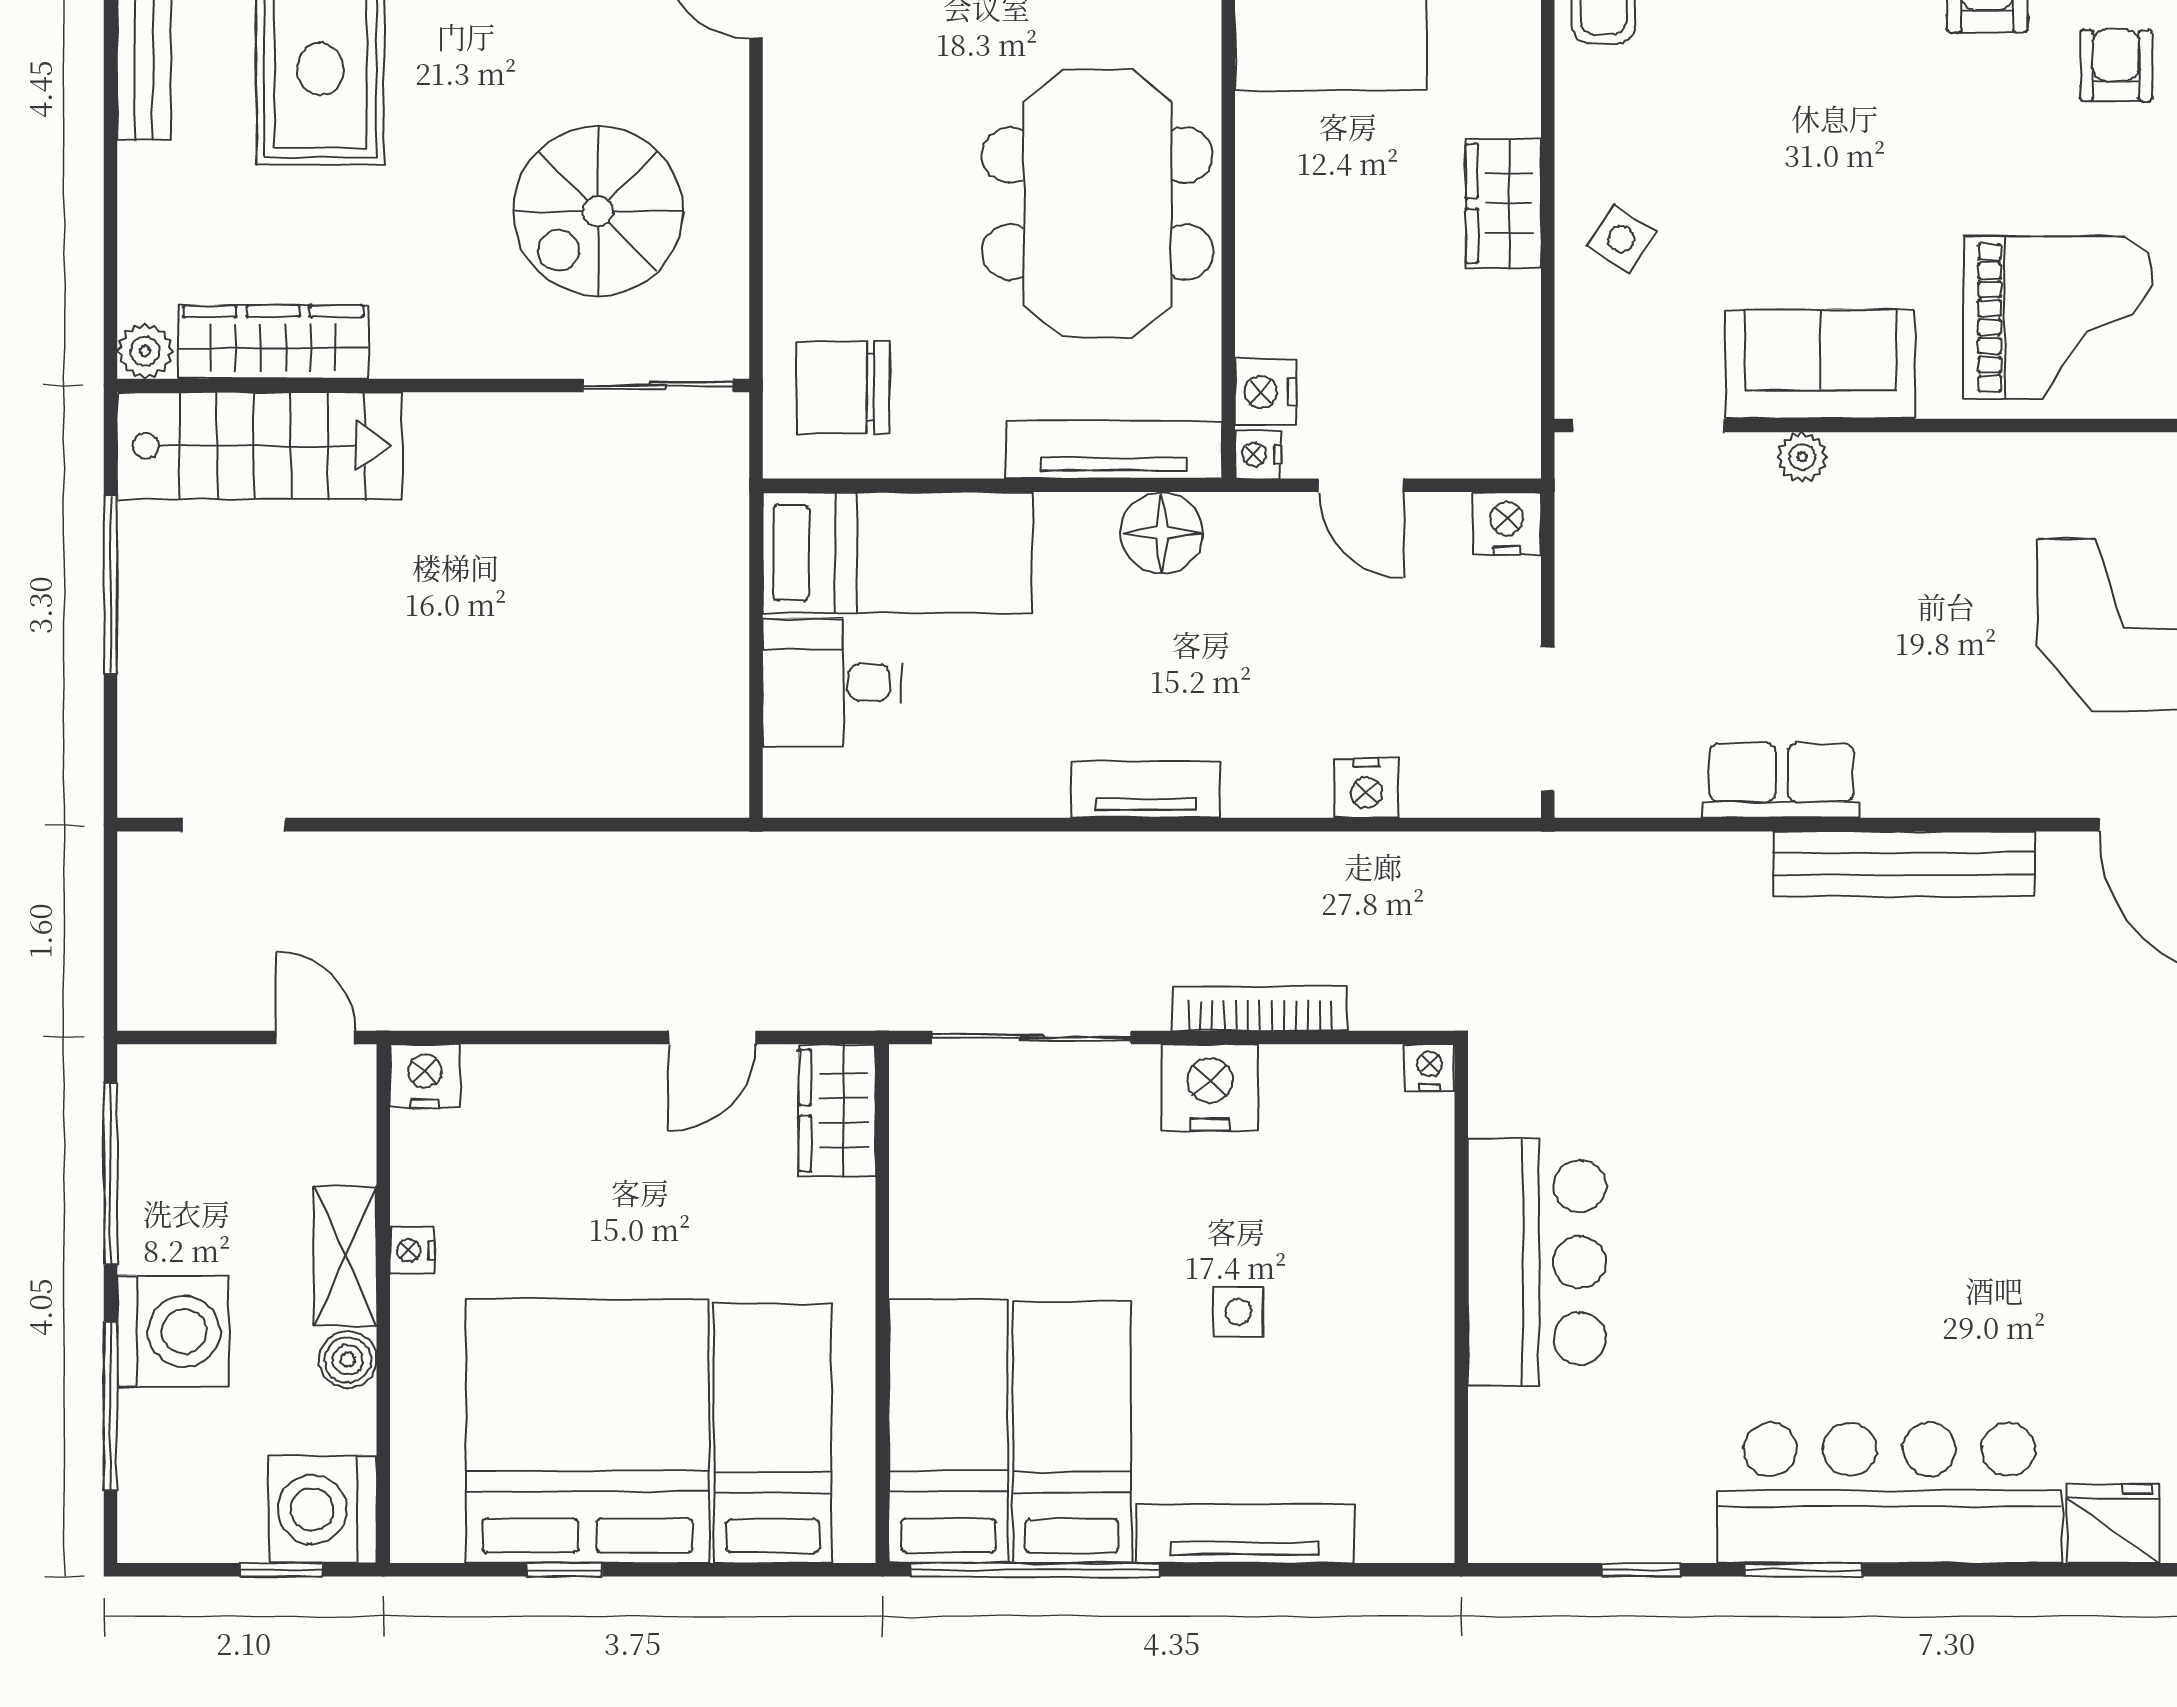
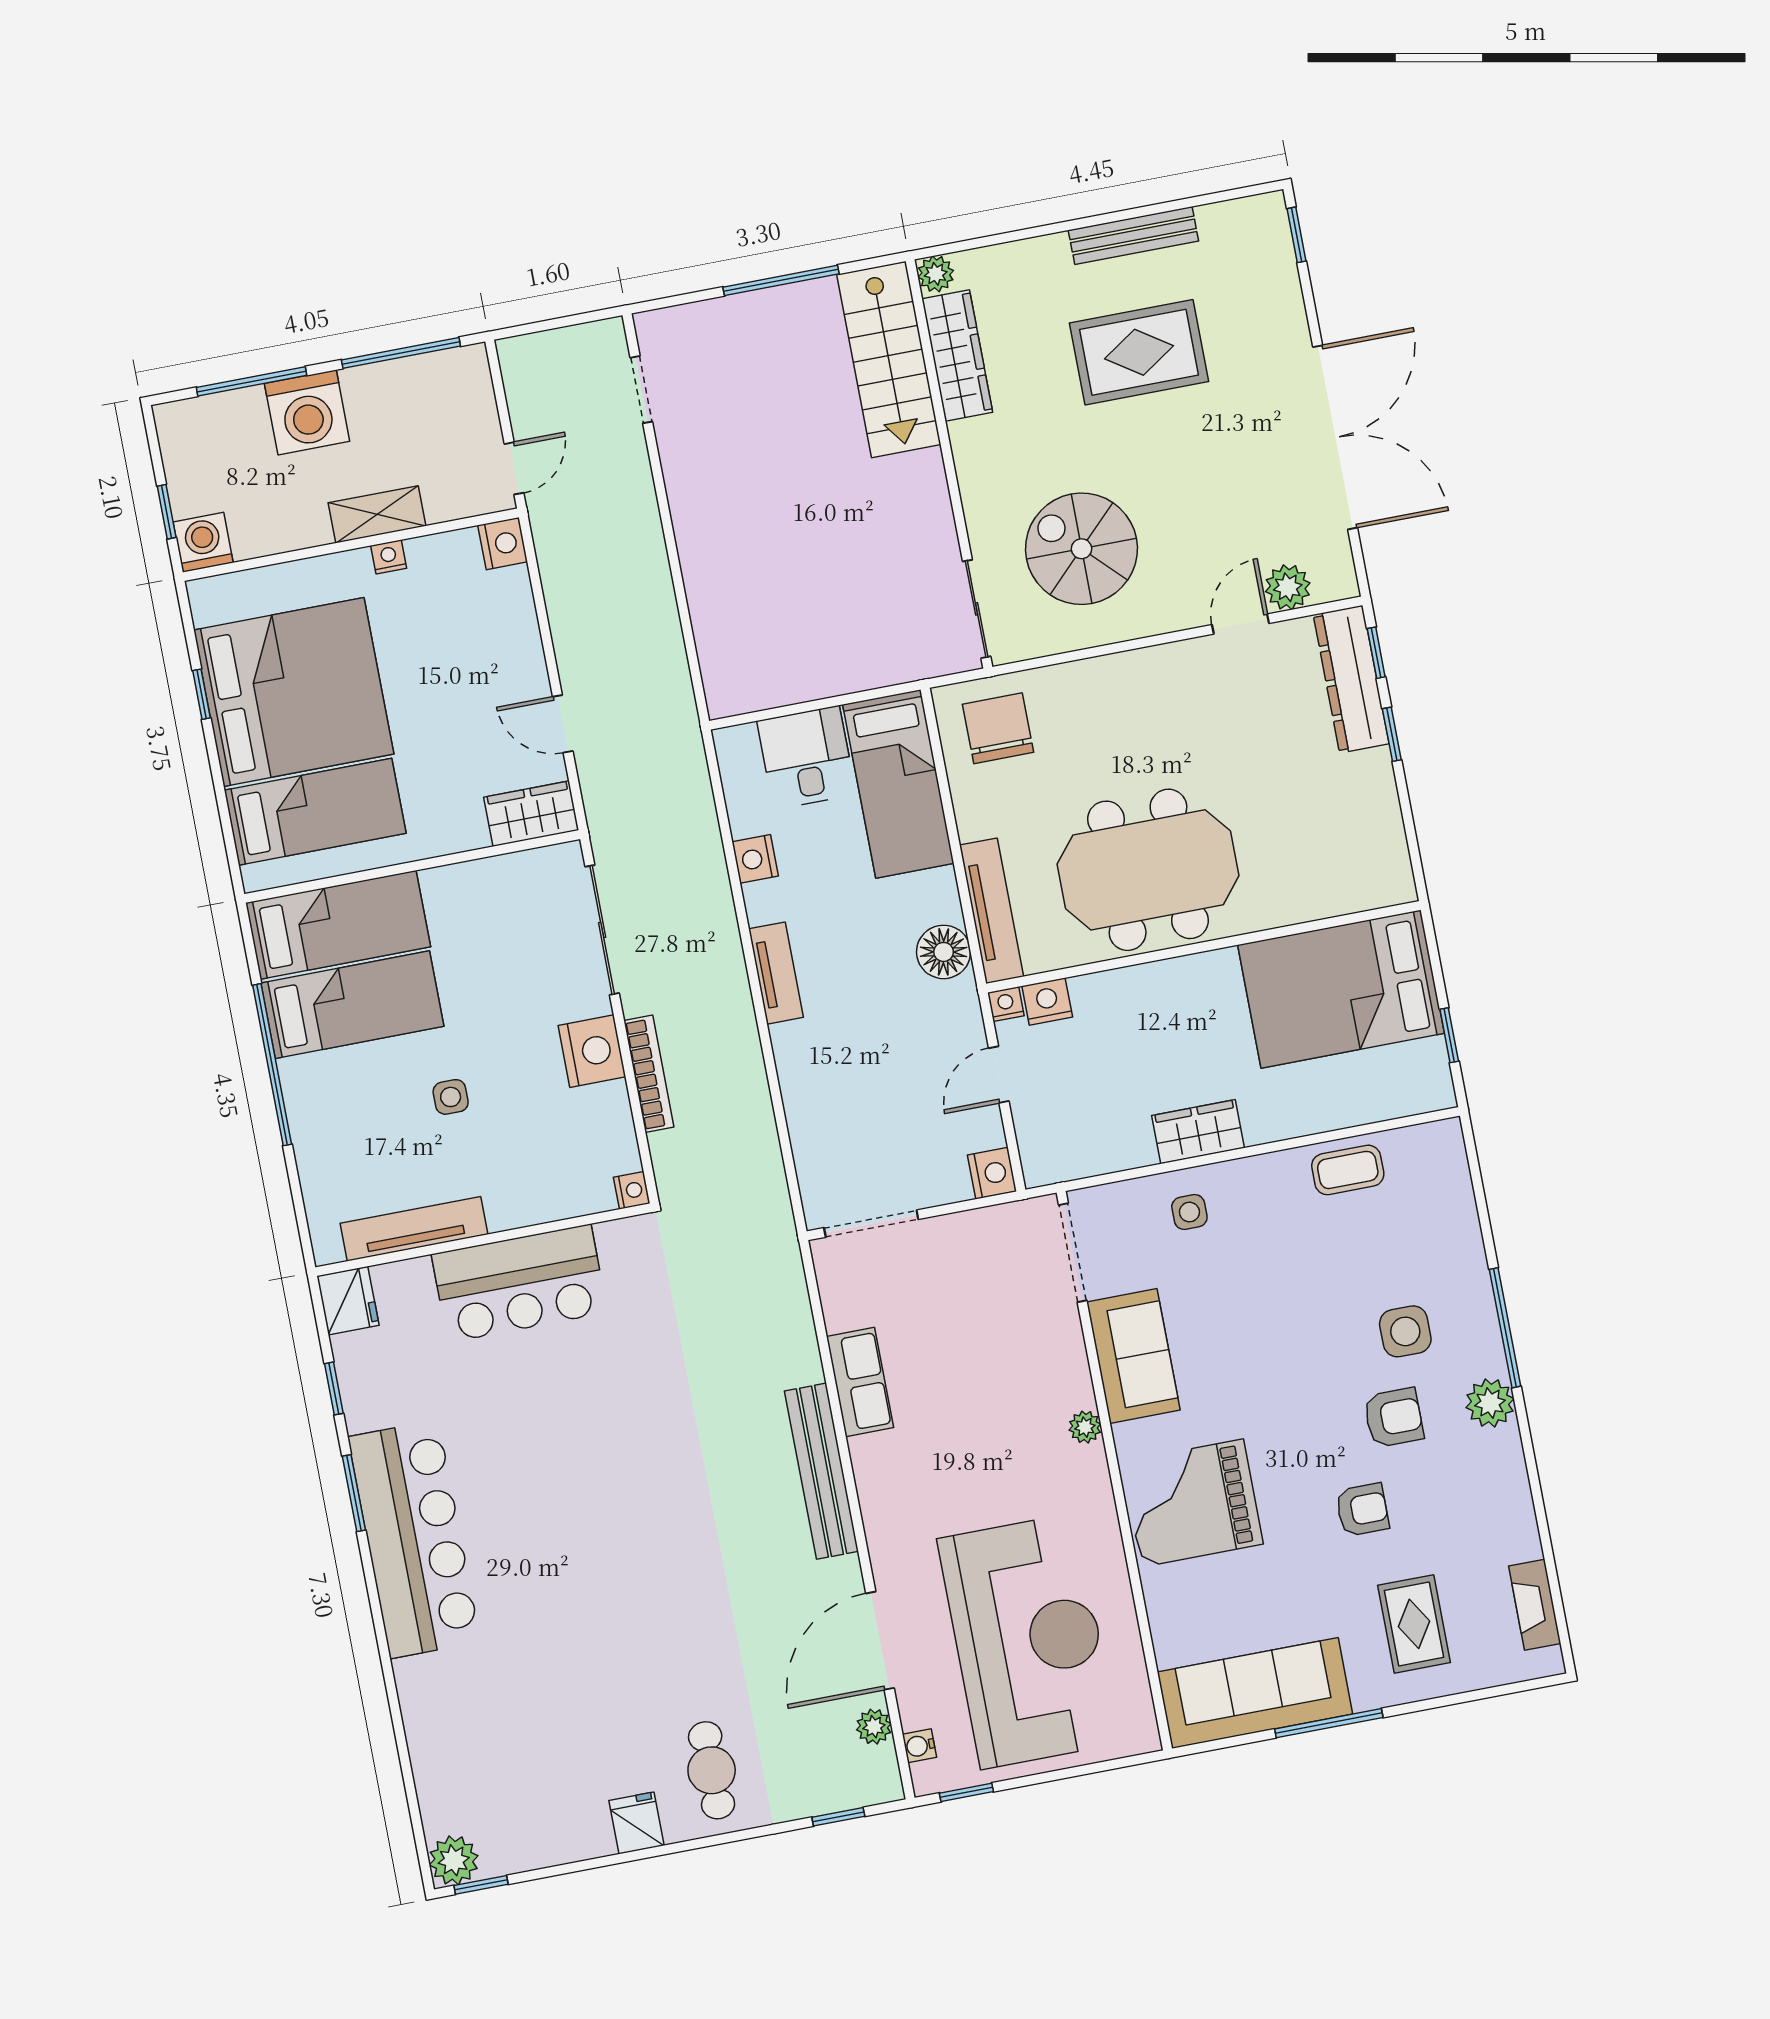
side table: (1621, 239) -> (1189, 1212), turned -34
grand piano: (2058, 318) -> (1192, 1503), turned 90
plant: (1802, 457) -> (1085, 1427), moved
nightstand: (1367, 788) -> (755, 859), moved
boiler: (348, 1360) -> (310, 529), removed
washing machine: (323, 1509) -> (203, 542), width x0.73, depth x0.73
fridge: (2113, 1524) -> (348, 1301), moved
tv unit: (1245, 1534) -> (414, 1229), moved, turned -90
window: (1035, 1570) -> (272, 1065), moved

